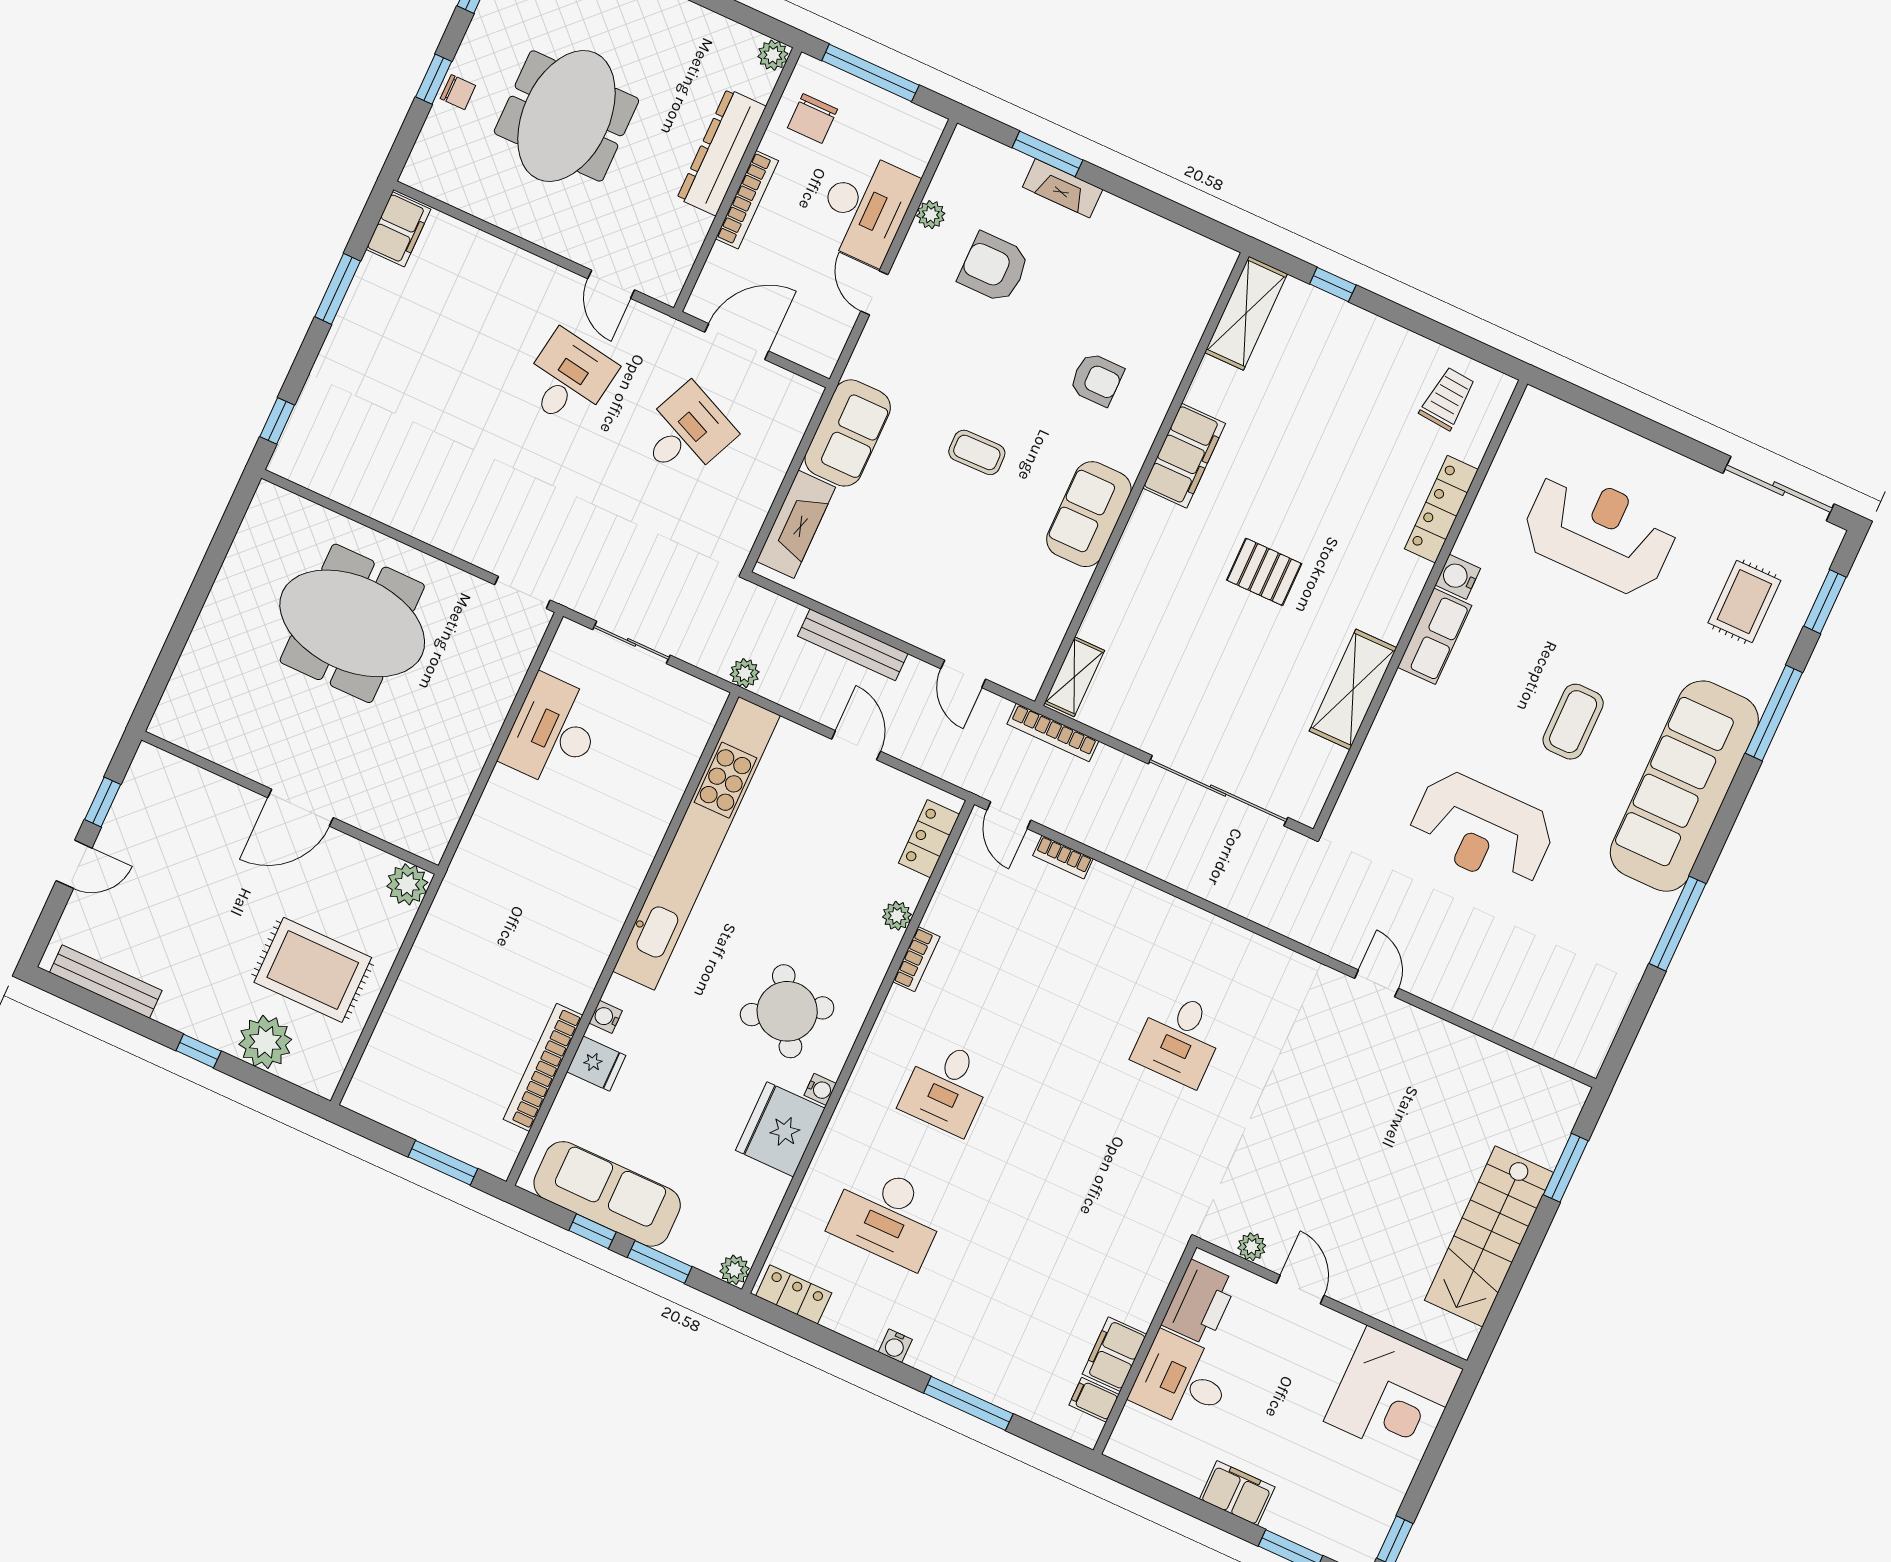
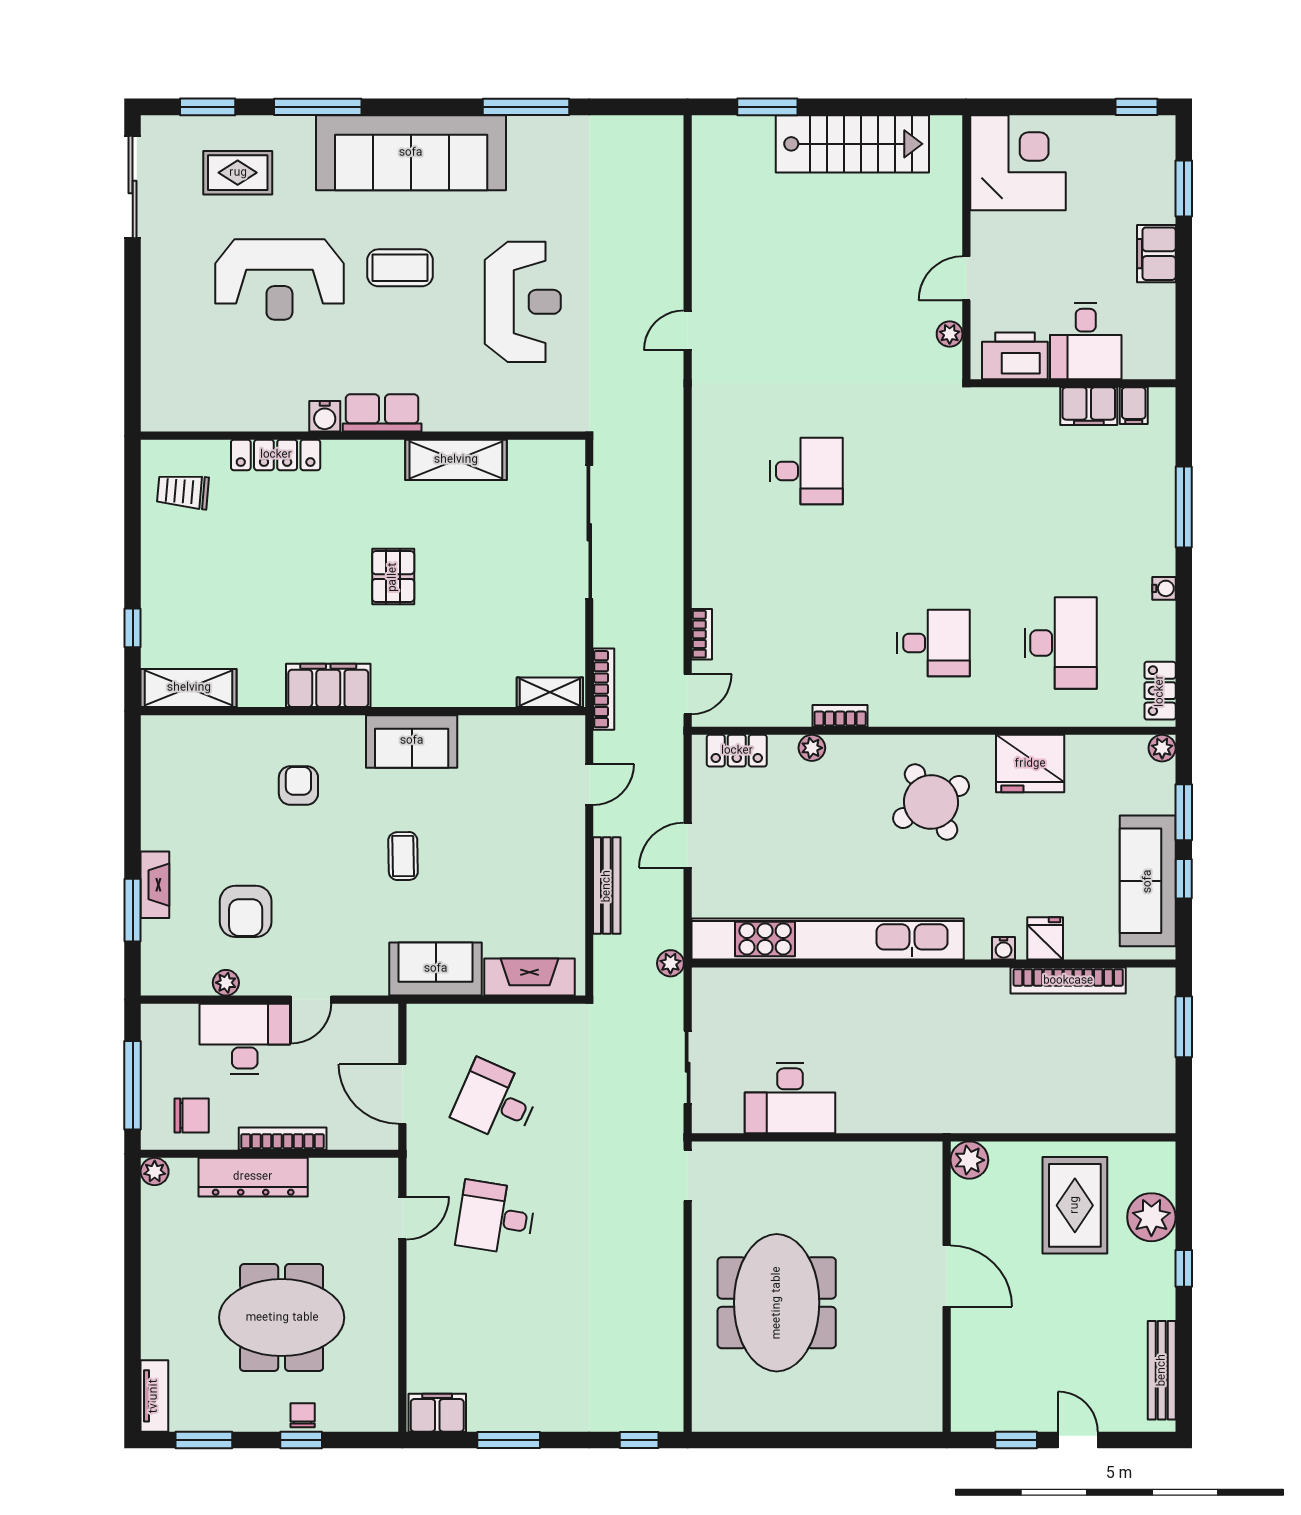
reception desk: (1599, 532) -> (279, 280), moved, turned -90
water cooler: (820, 1089) -> (982, 746), removed

